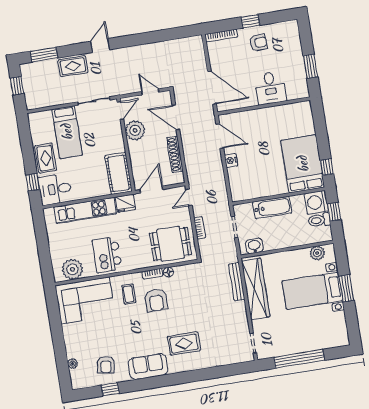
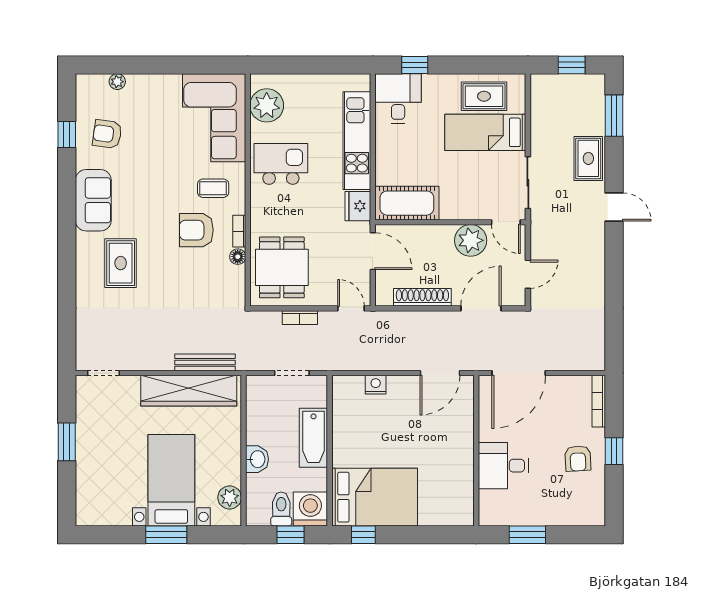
rug: (46, 158) -> (484, 96), moved
nightstand: (231, 160) -> (376, 385), moved
washbasin: (254, 246) -> (257, 459), moved
window: (299, 359) -> (67, 442), width x0.47

